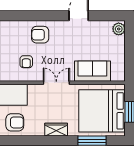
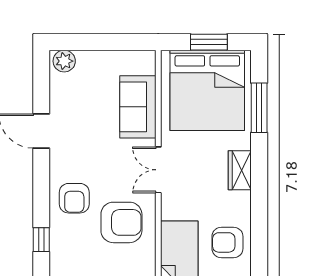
window: (16, 16) -> (41, 240), added
armchair: (26, 62) -> (121, 222), width x1.88, depth x1.88
armchair: (15, 122) -> (227, 242), turned -90

